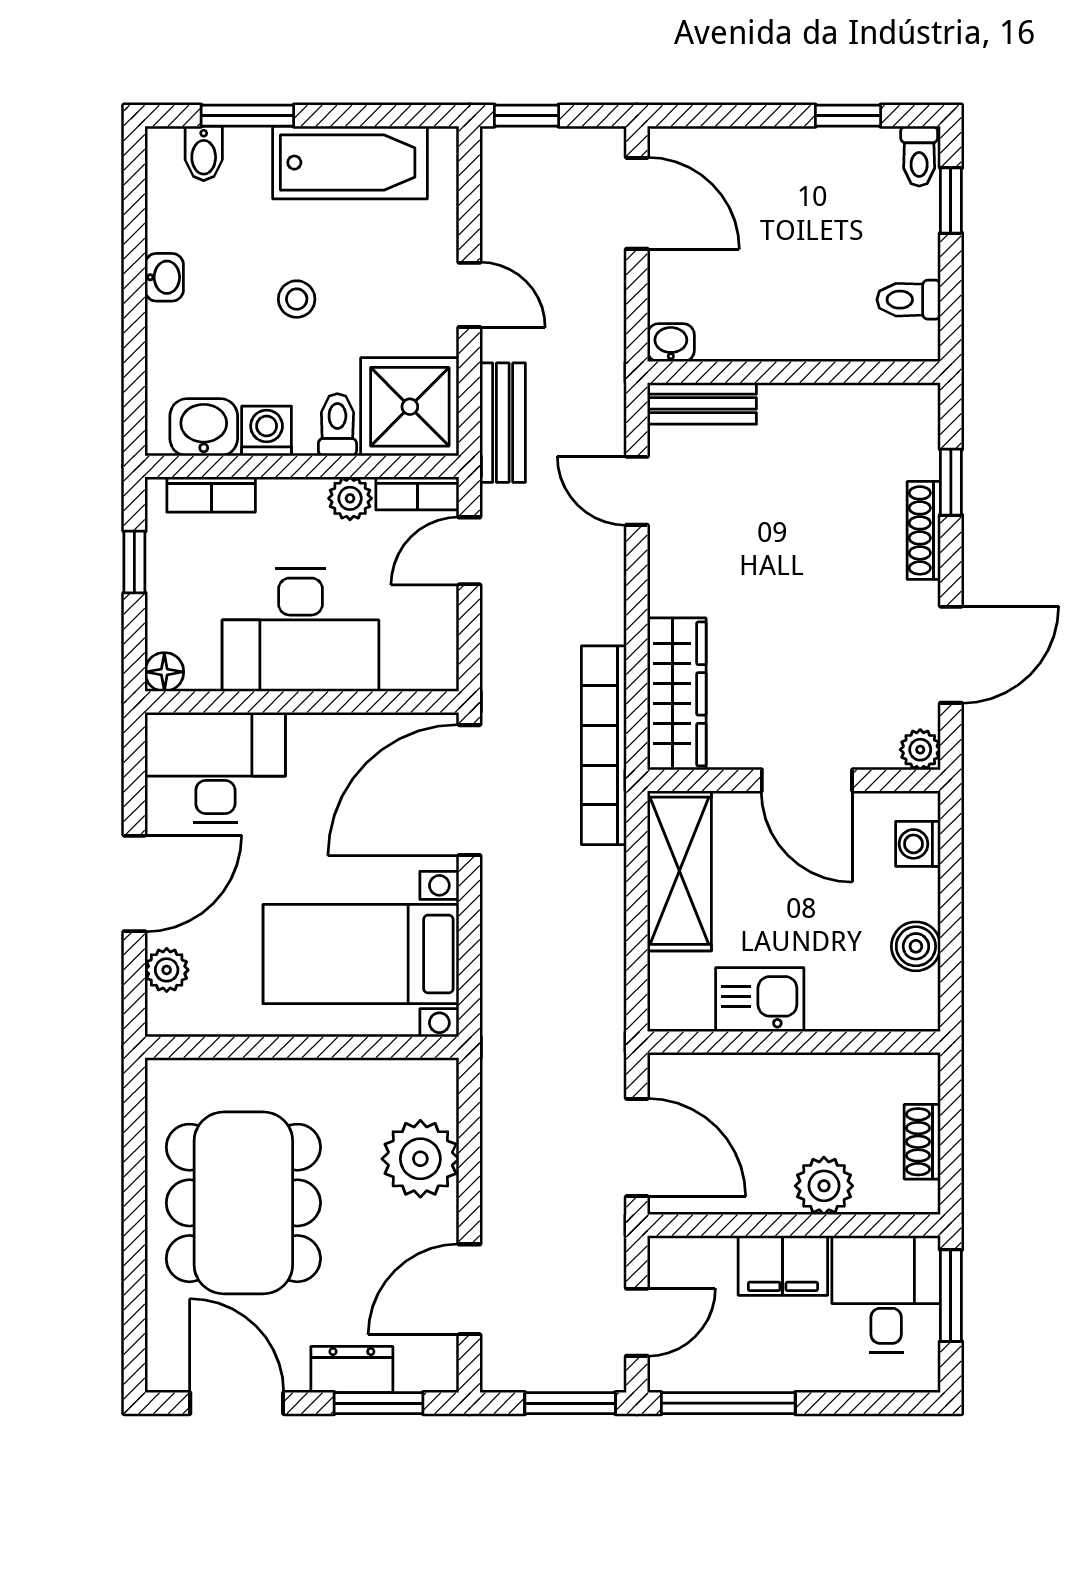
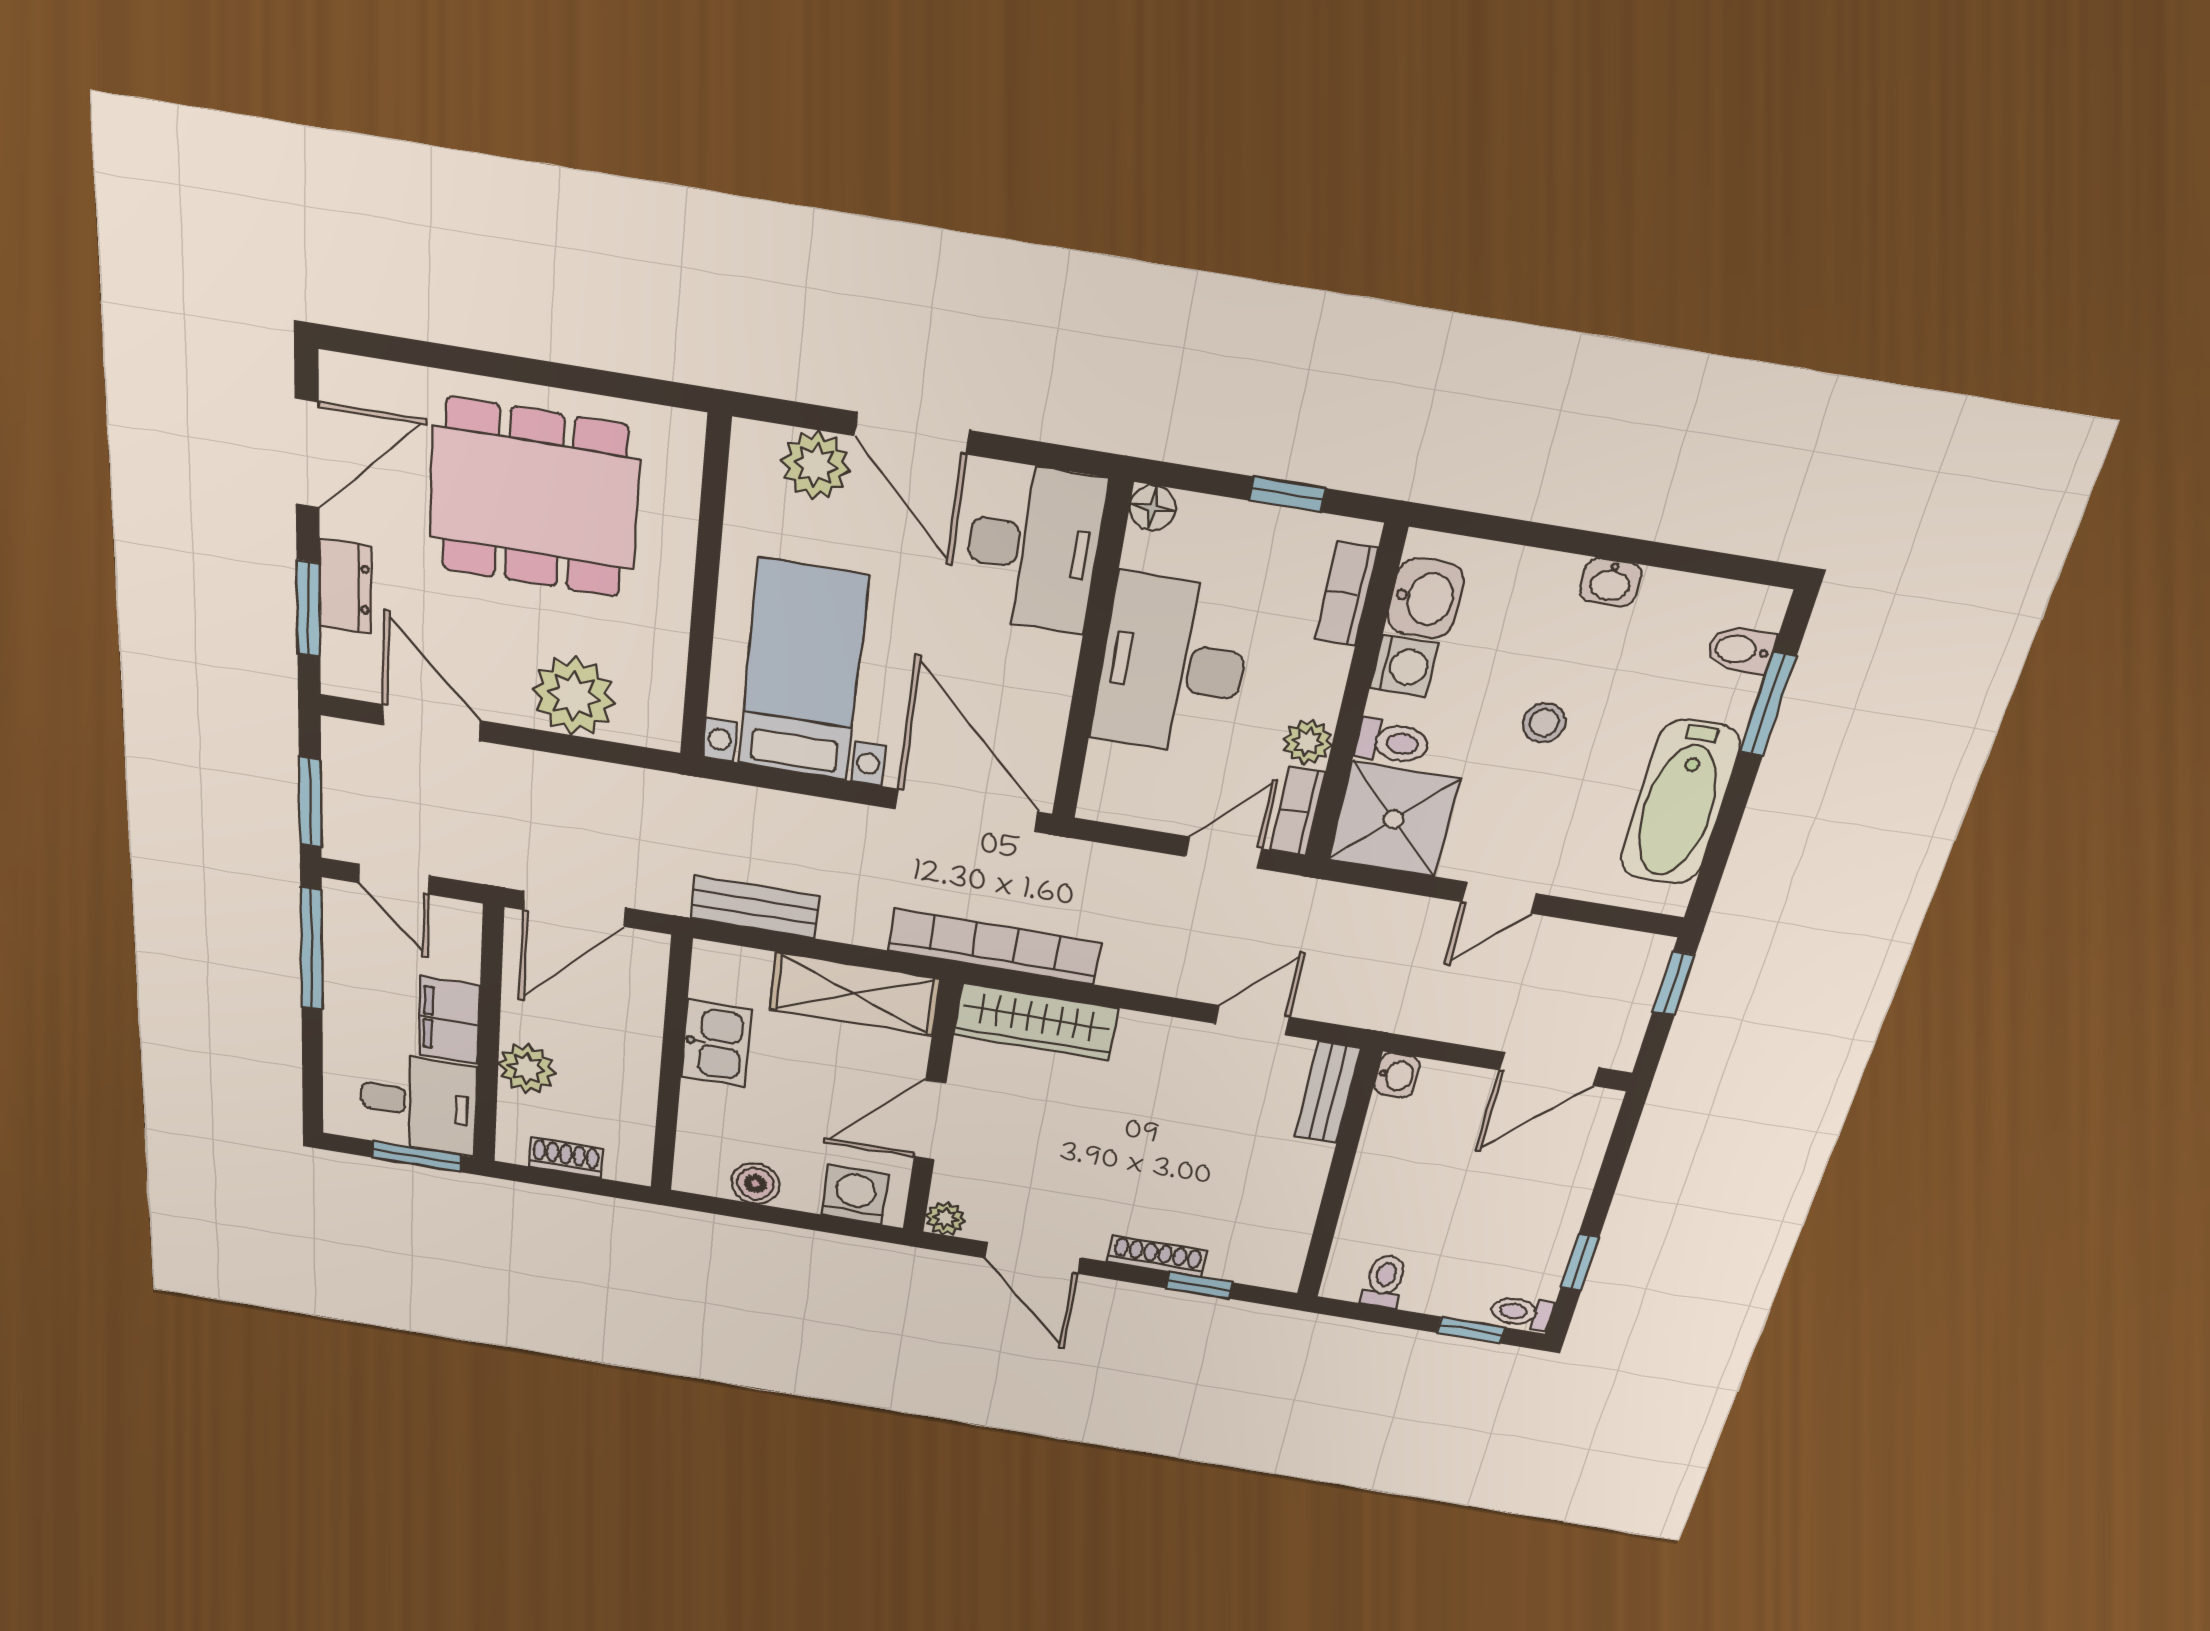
bench: (503, 423) -> (755, 907), moved
door: (469, 551) -> (1224, 853), hinge flipped
washing machine: (918, 844) -> (855, 1195), width x1.38, depth x1.38
plant: (167, 970) -> (816, 465), width x1.38, depth x1.38

